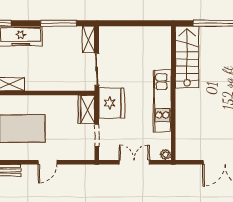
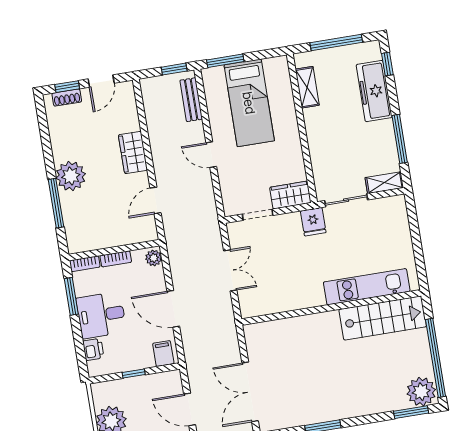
kitchen unit: (162, 101) -> (367, 287), moved
fridge: (112, 103) -> (313, 222), width x0.53, depth x0.75
plant: (166, 155) -> (247, 311), removed

